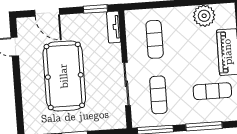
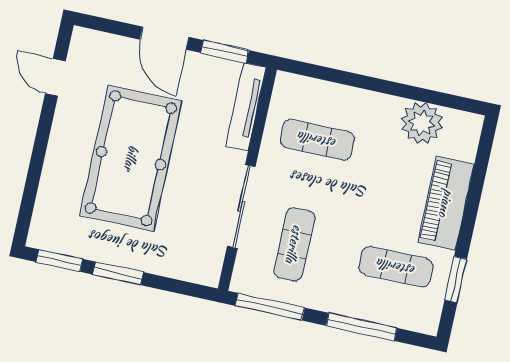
door: (47, 12) -> (164, 38), moved
tv unit: (114, 27) -> (246, 107), width x1.41
exercise mat: (155, 39) -> (317, 140), turned 90

